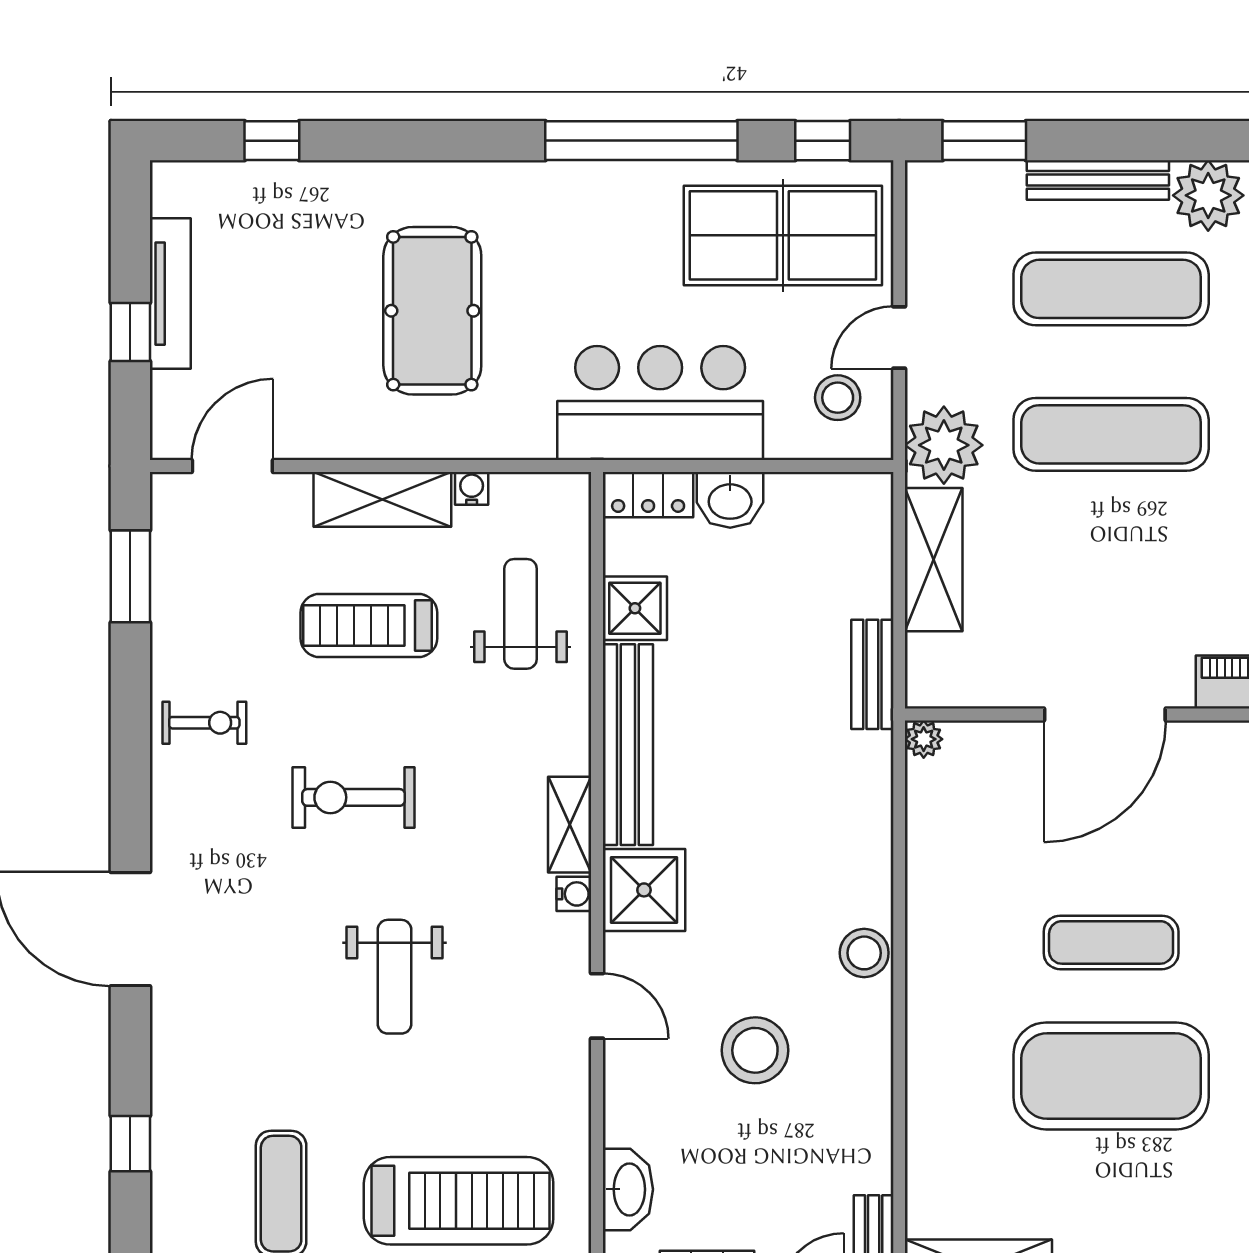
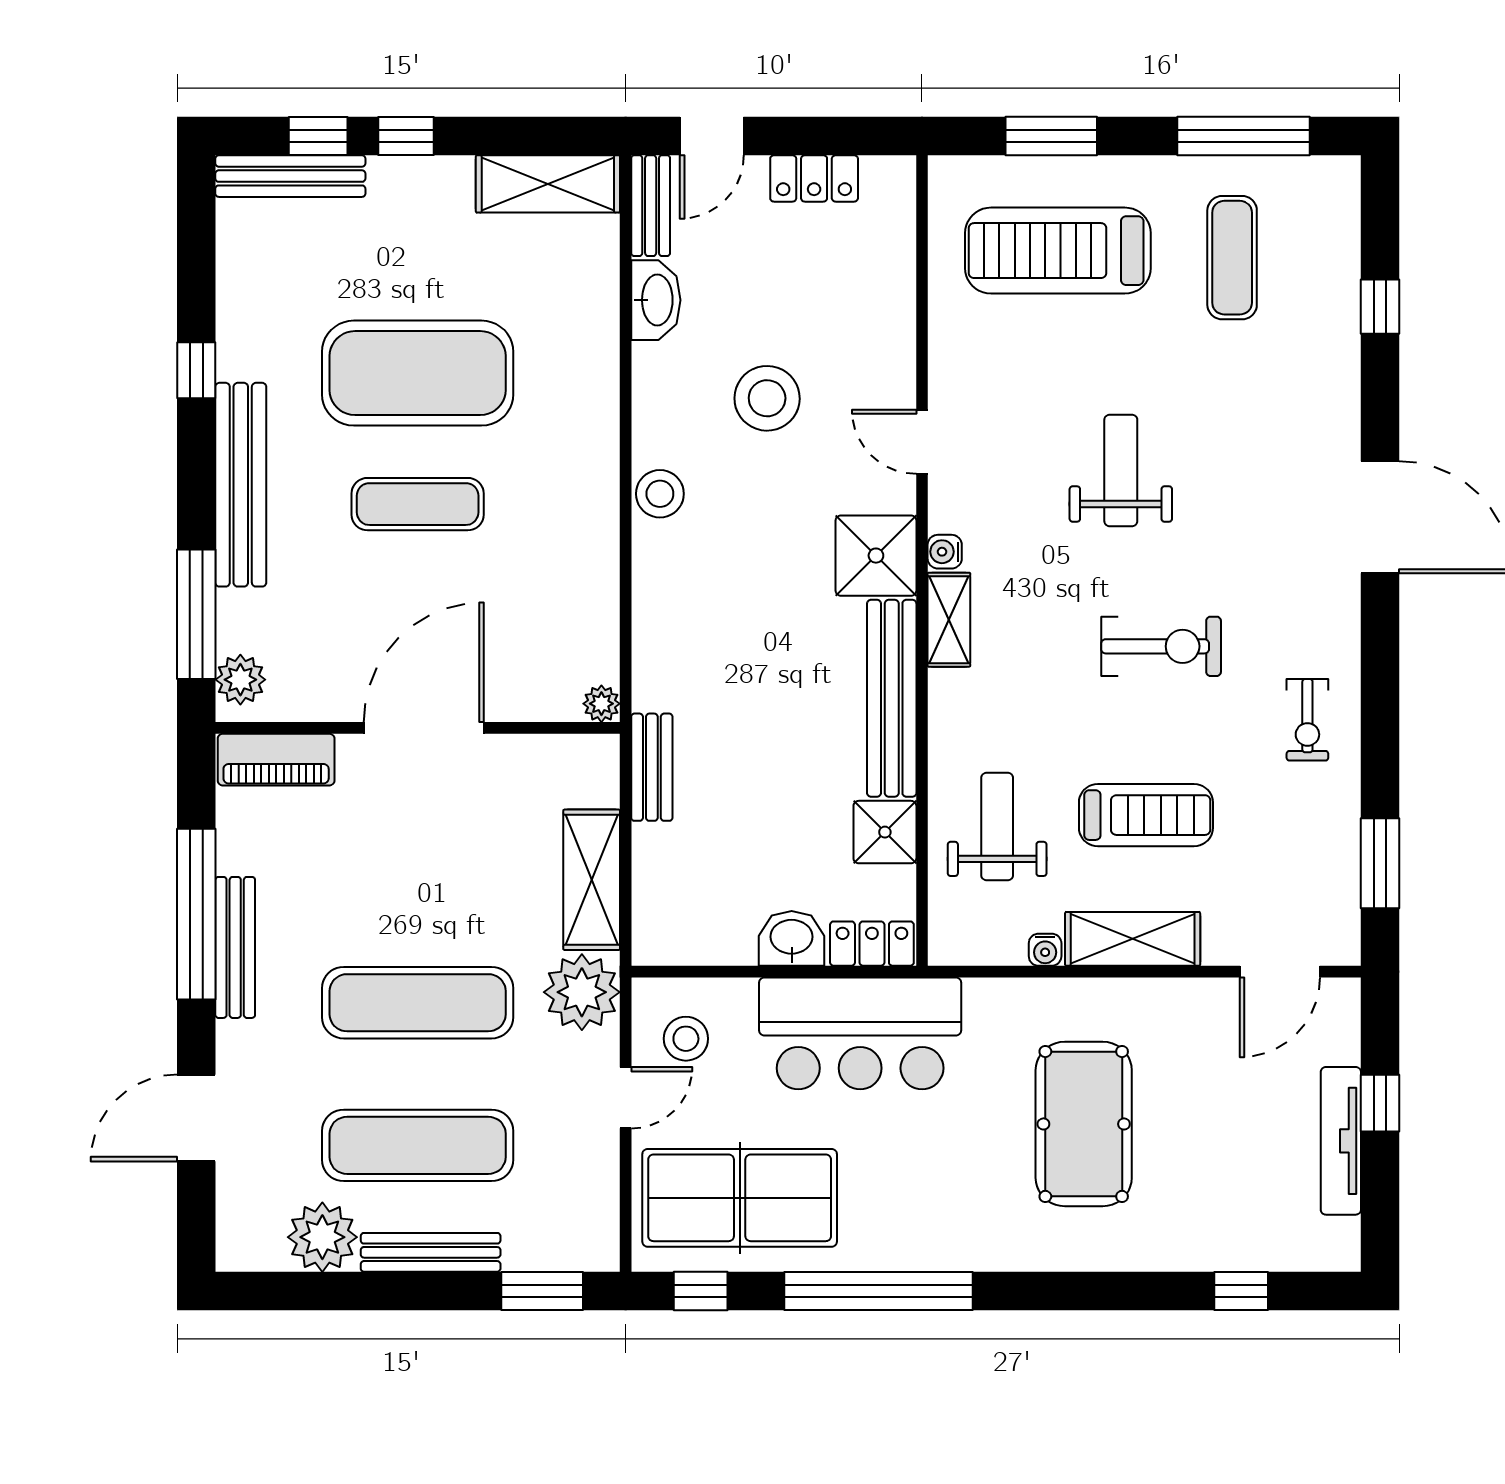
weight bench: (521, 614) -> (997, 827), turned 180
exercise bike: (204, 723) -> (1307, 720), turned -90
washbasin: (628, 1189) -> (656, 300), moved, turned 180

